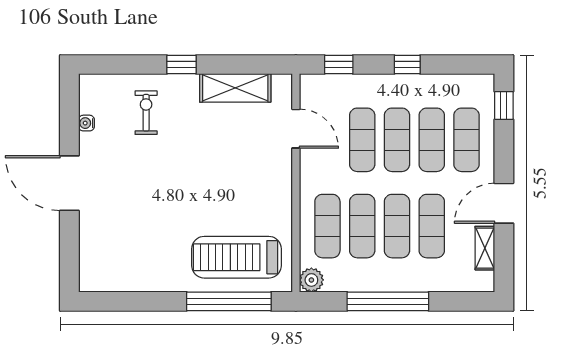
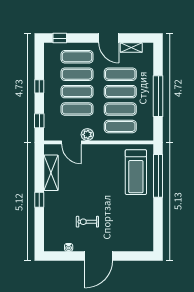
exercise bike: (146, 113) -> (87, 222), moved
door: (296, 129) -> (71, 142), swing flipped
plant: (311, 280) -> (87, 135), moved

